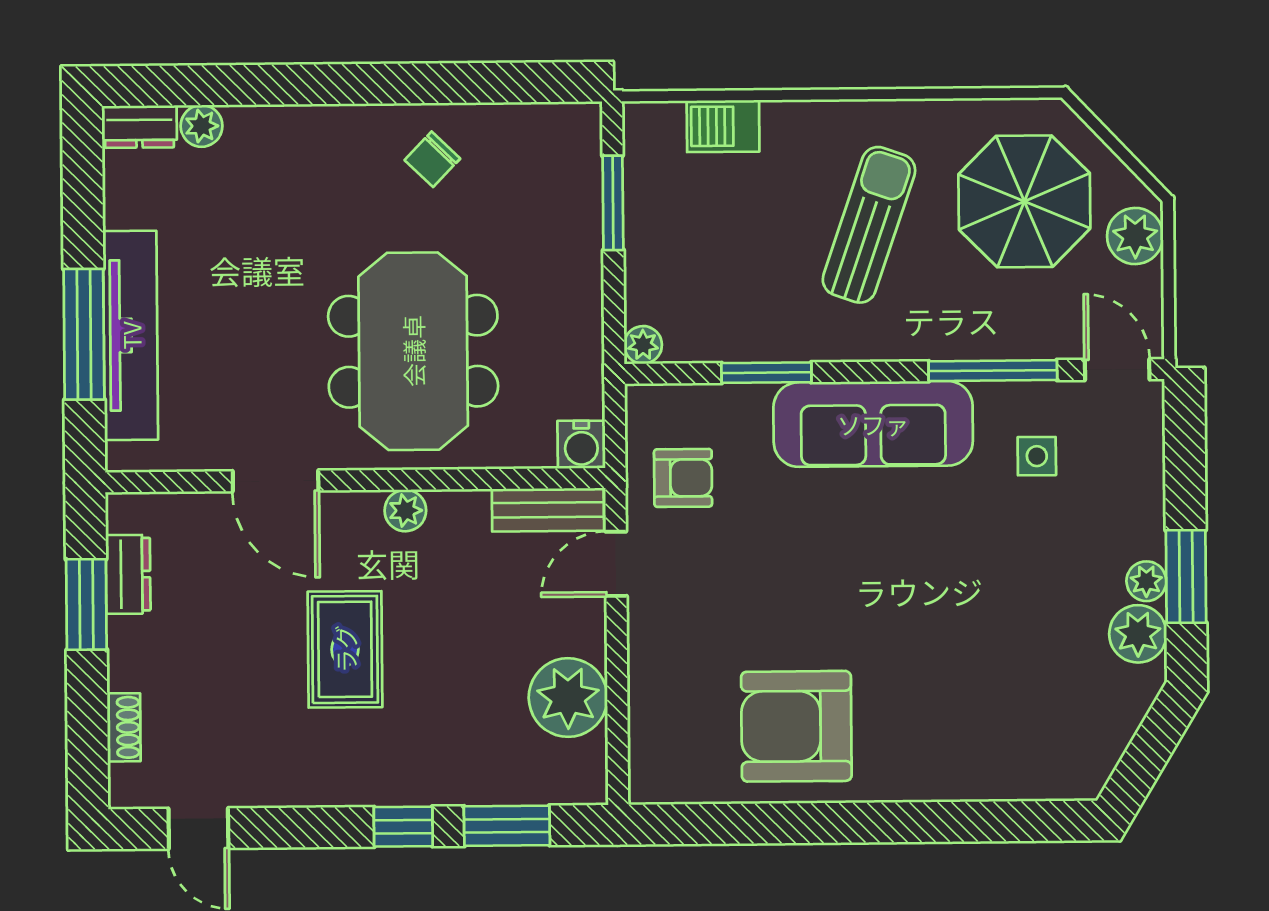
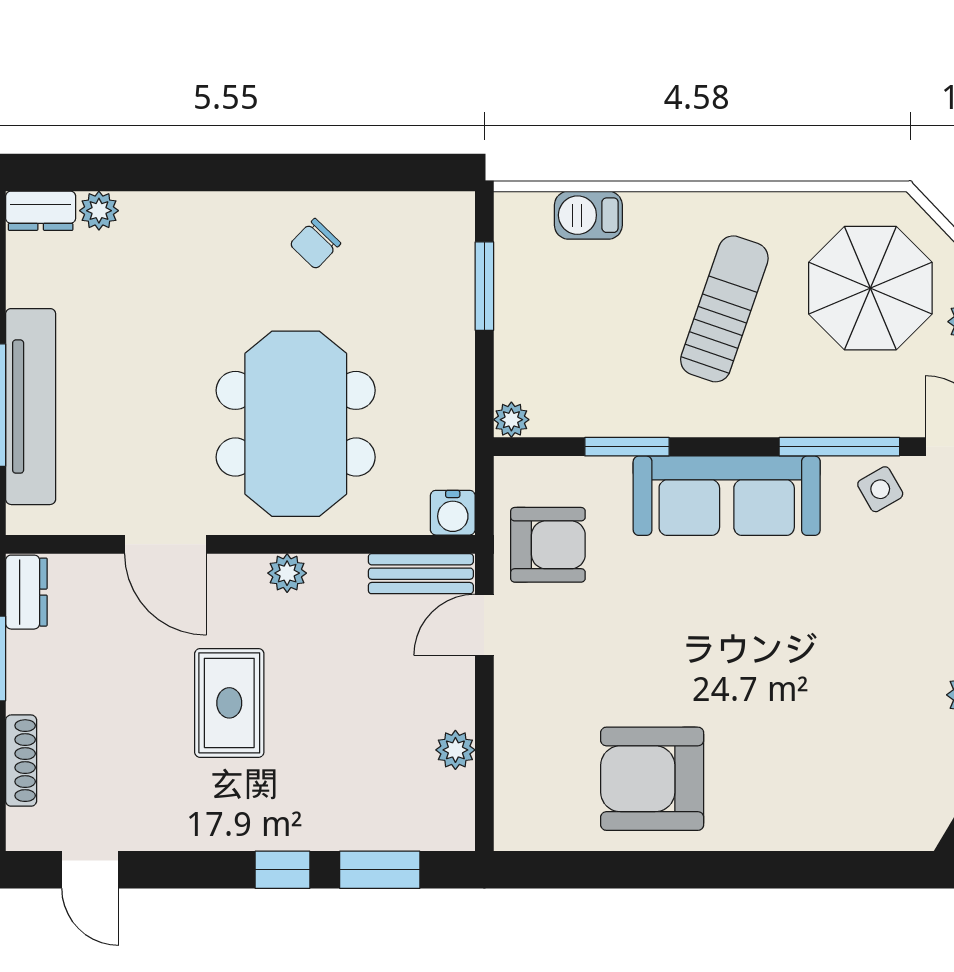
side table: (1037, 456) -> (880, 489), moved, turned -30
armchair: (683, 478) -> (548, 545), width x1.38, depth x1.38
dresser: (128, 574) -> (26, 592), moved
plant: (568, 698) -> (455, 750), width x0.53, depth x0.53
shoe rack: (124, 727) -> (21, 761), width x1.43

